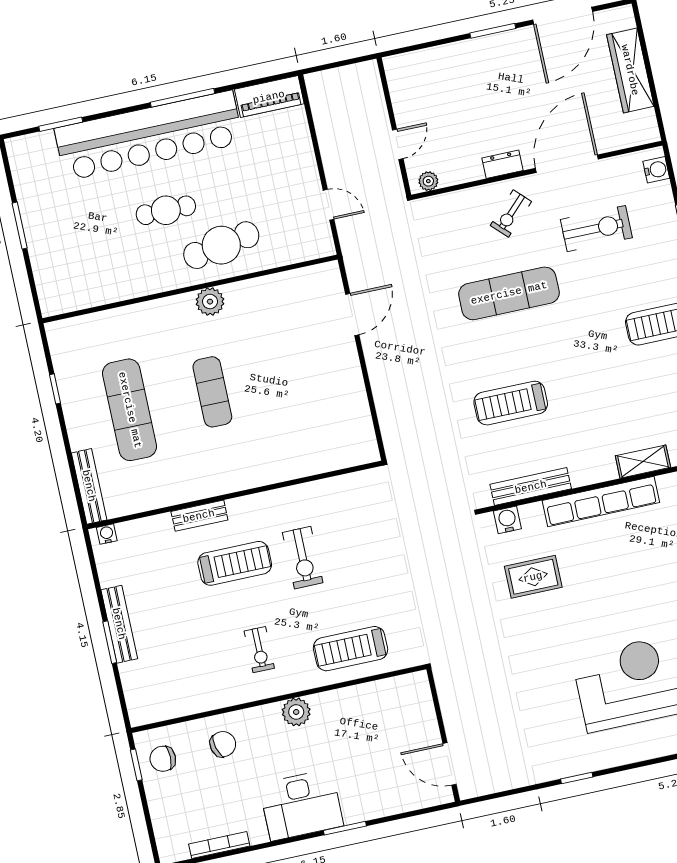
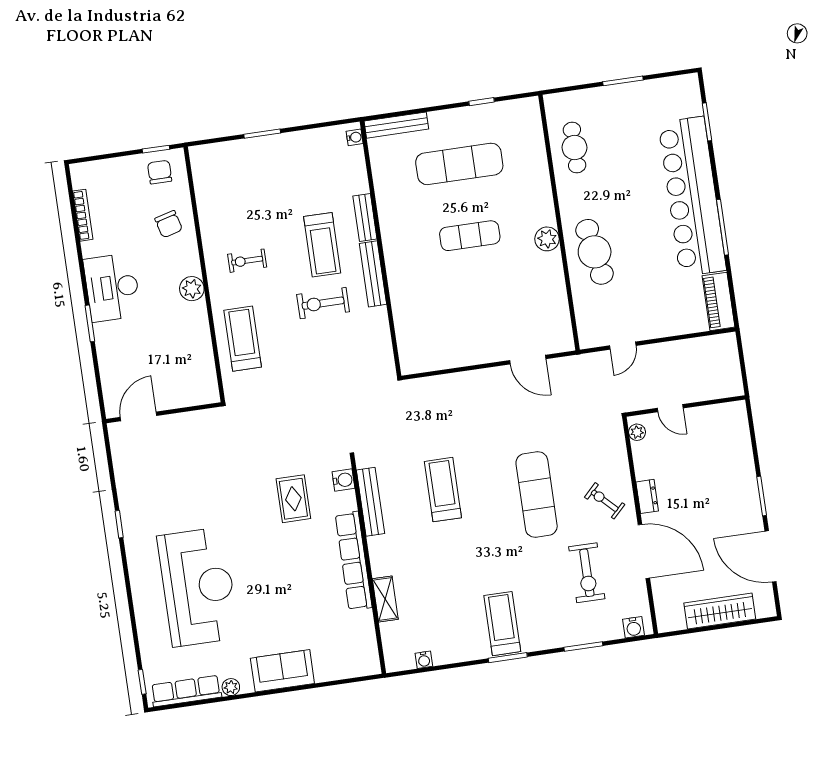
cafe table: (166, 210) -> (574, 148), moved
bench: (119, 624) -> (373, 274), moved, turned 90

